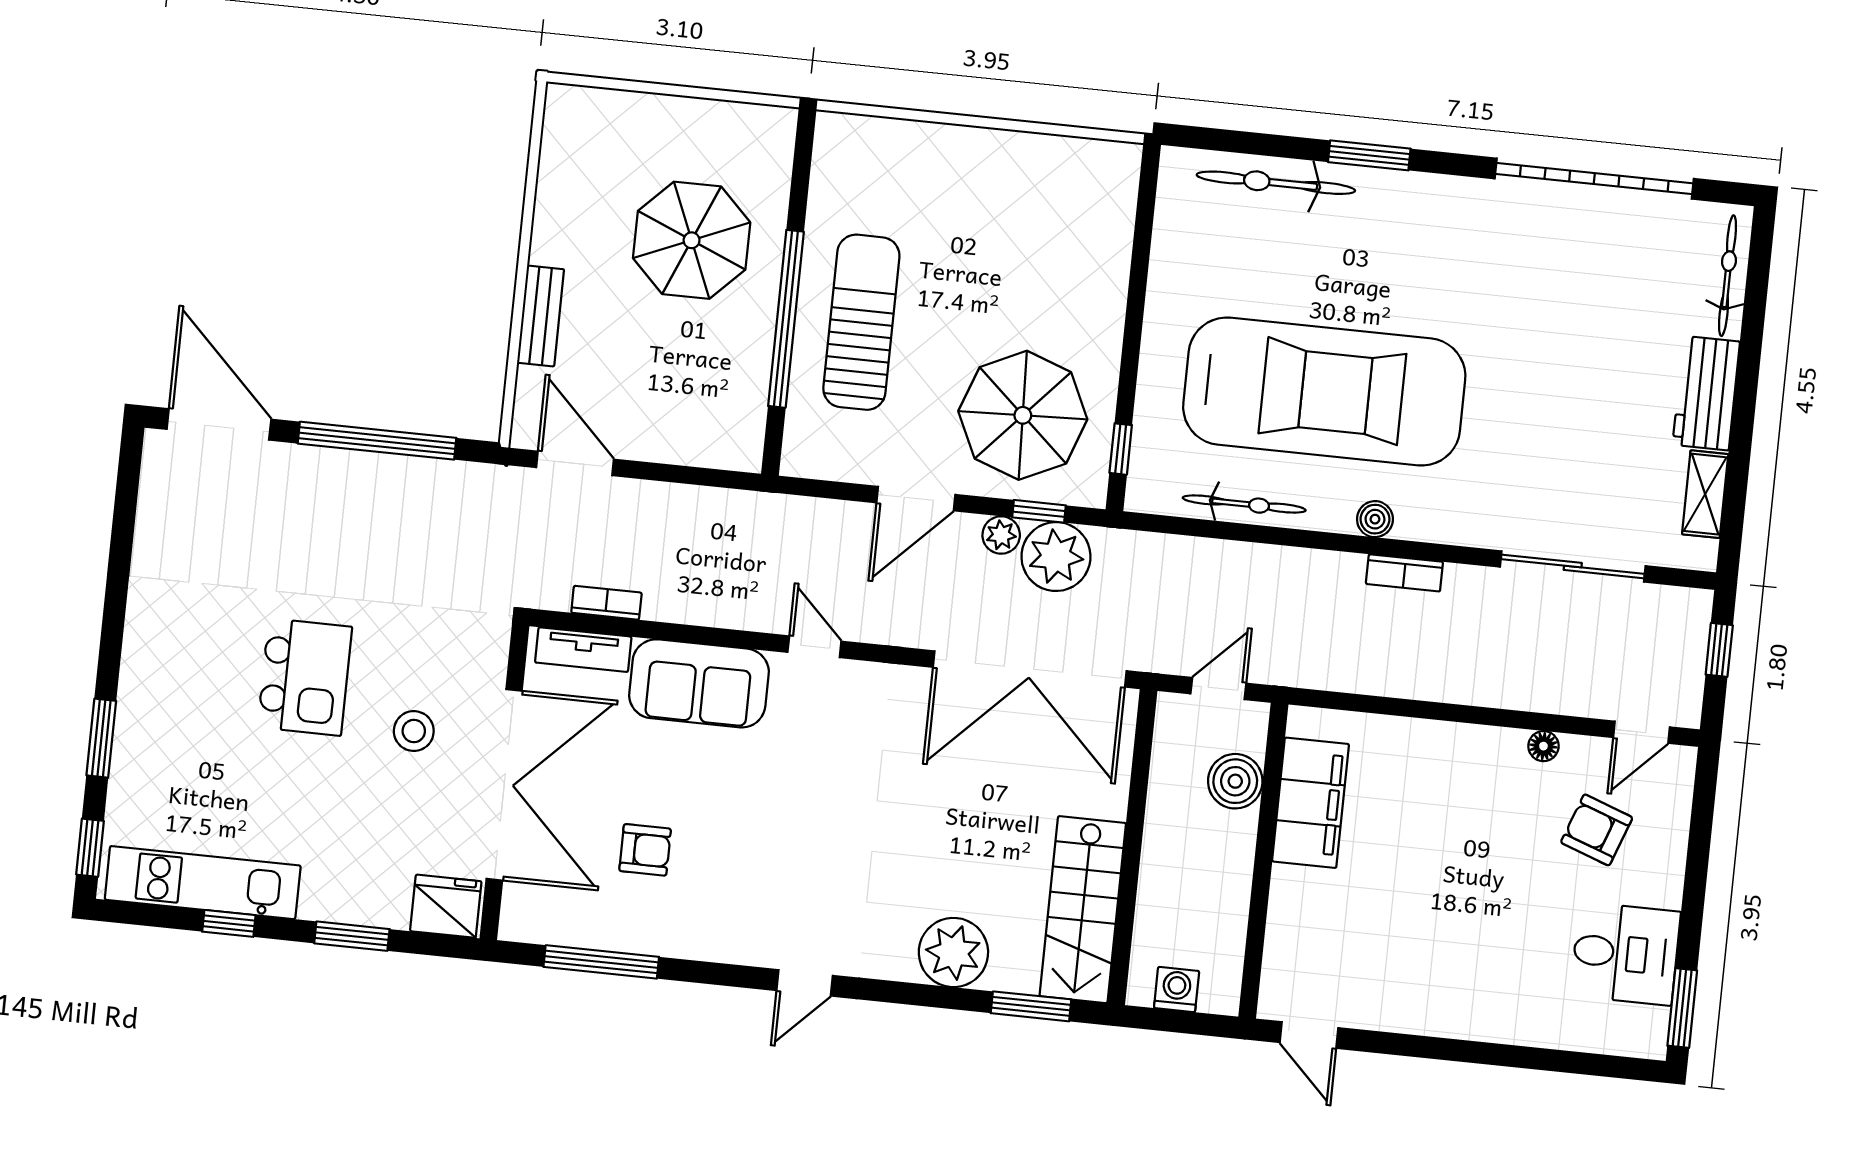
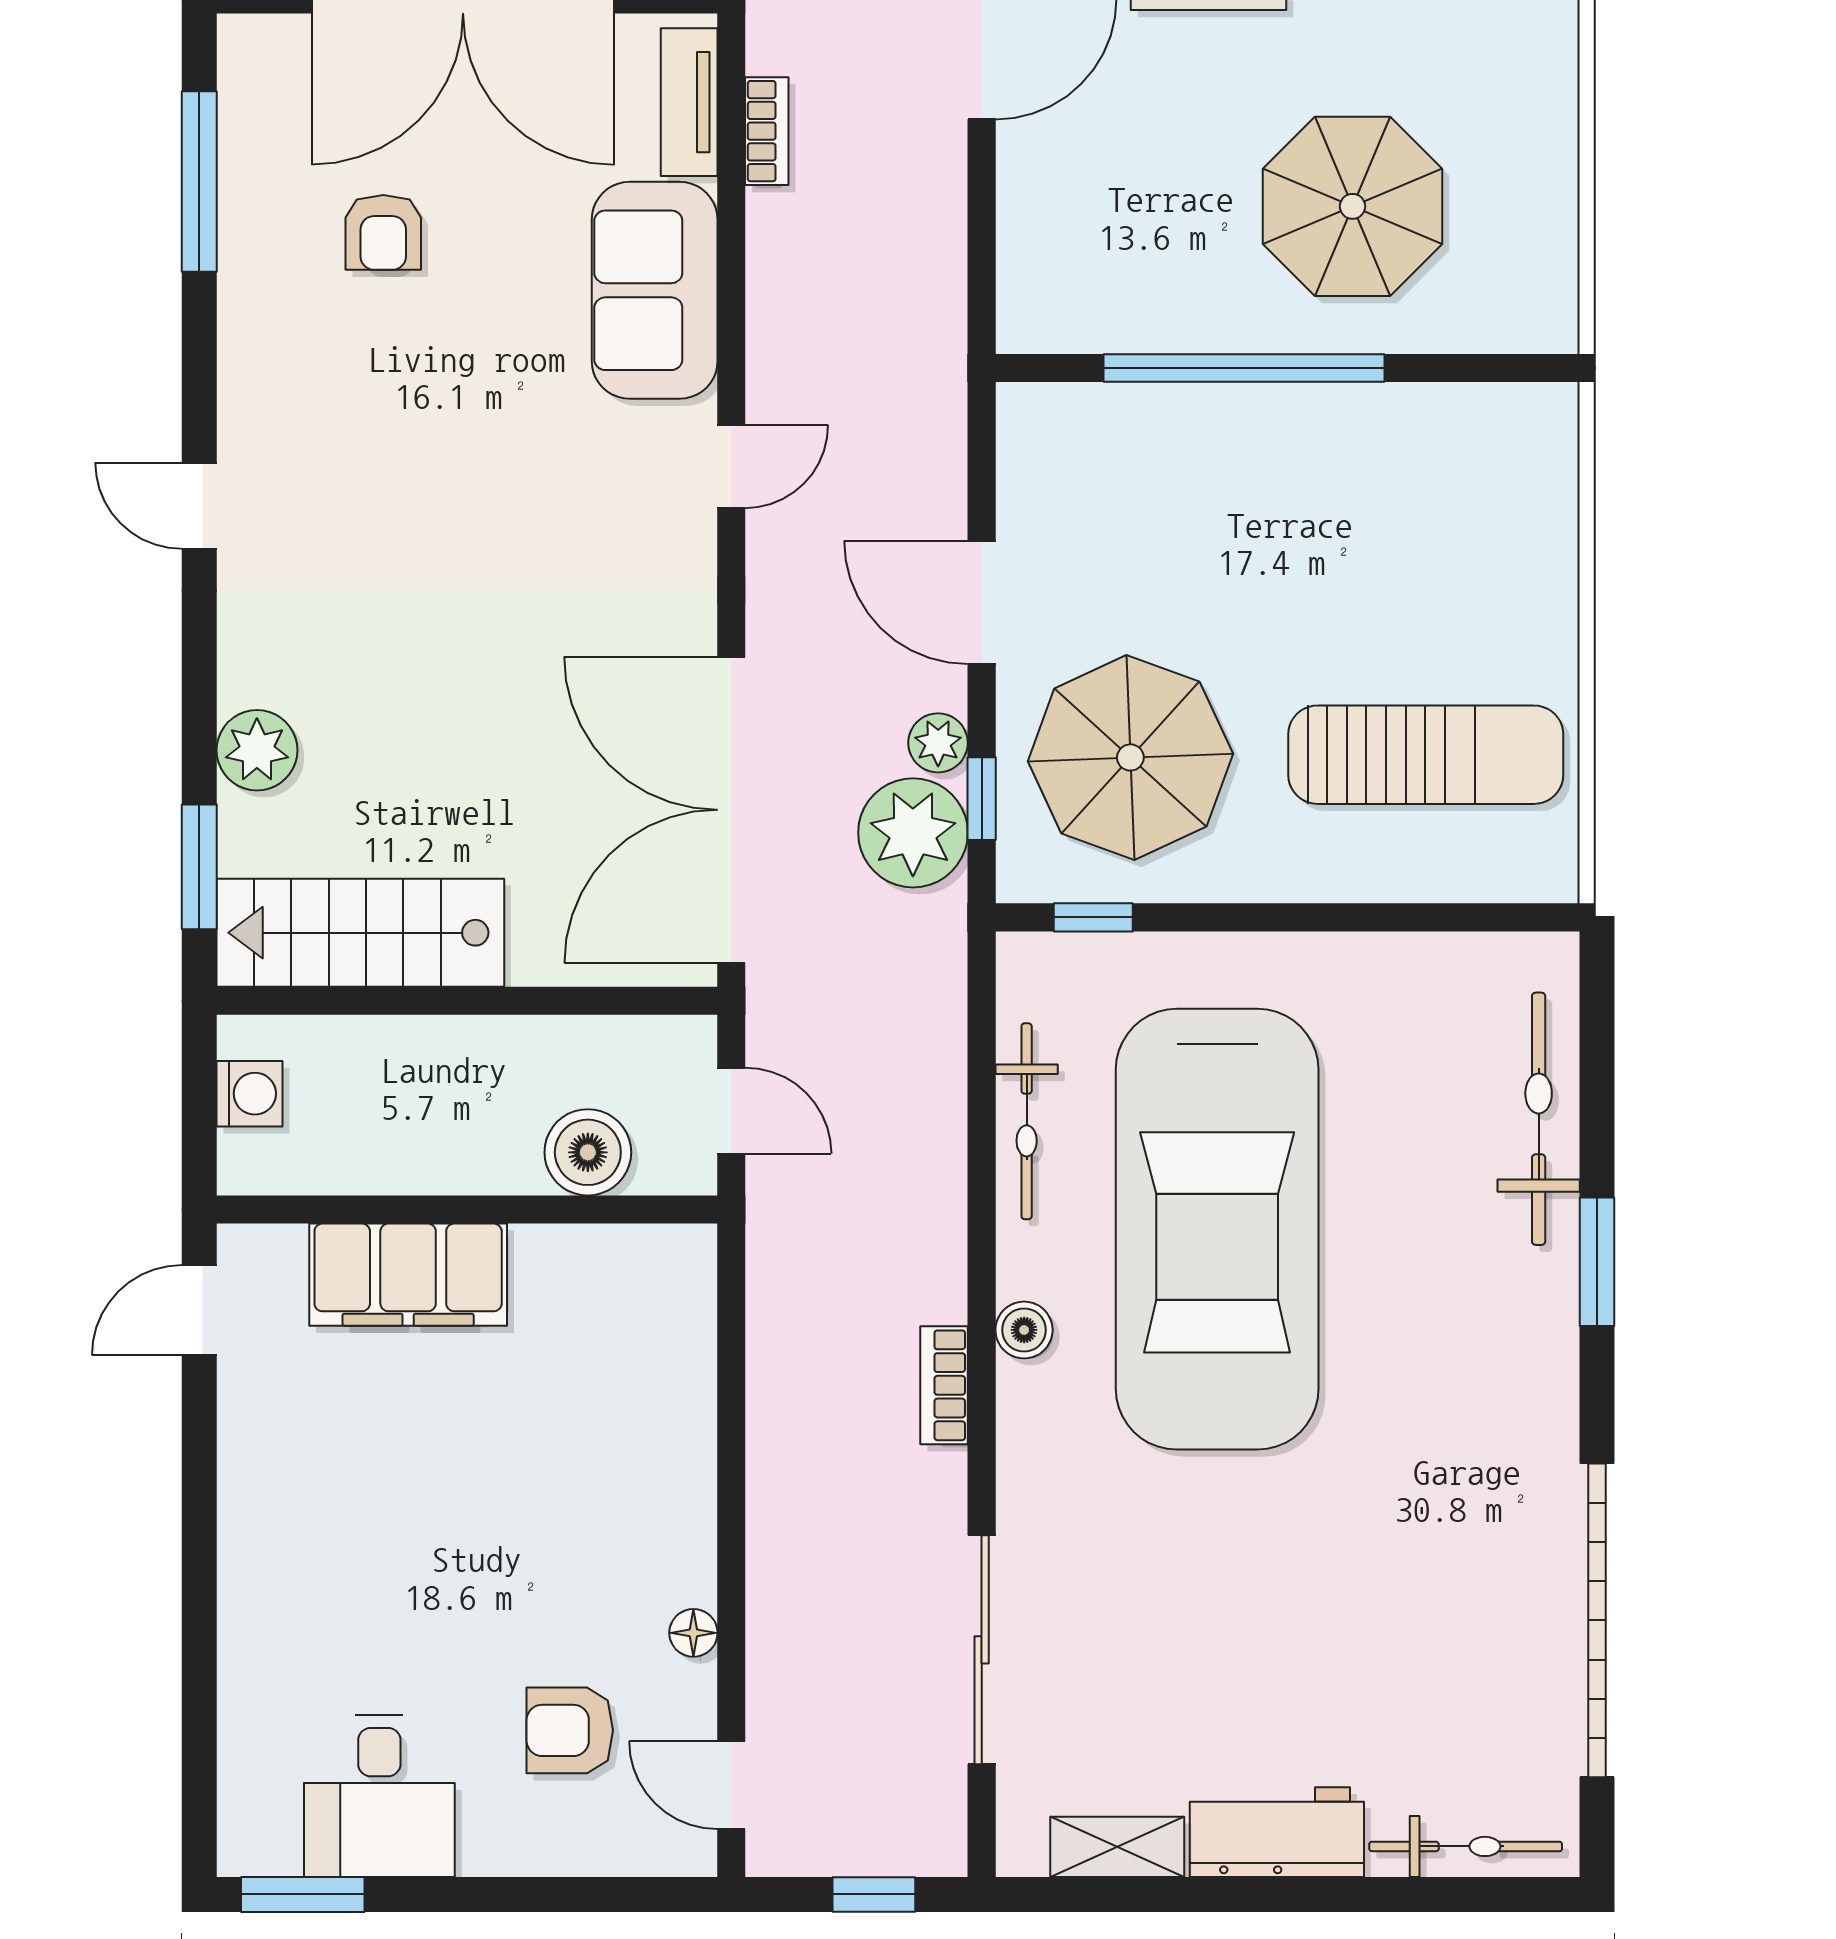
sun lounger: (861, 322) -> (1426, 755), moved
filing cabinet: (1311, 803) -> (408, 1275), moved
armchair: (1597, 830) -> (570, 1730), turned -110
plant: (953, 952) -> (257, 750), width x0.73, depth x0.73

